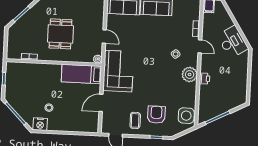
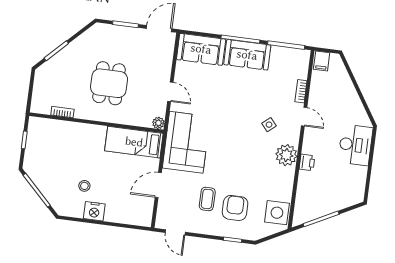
desk: (233, 42) -> (355, 145), moved, turned 32
coffee table: (135, 120) -> (207, 199), moved
nightstand: (40, 124) -> (94, 211), moved

